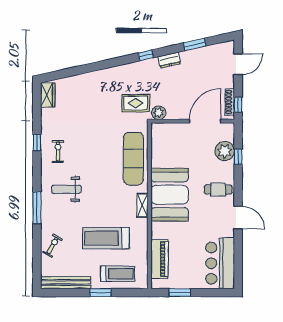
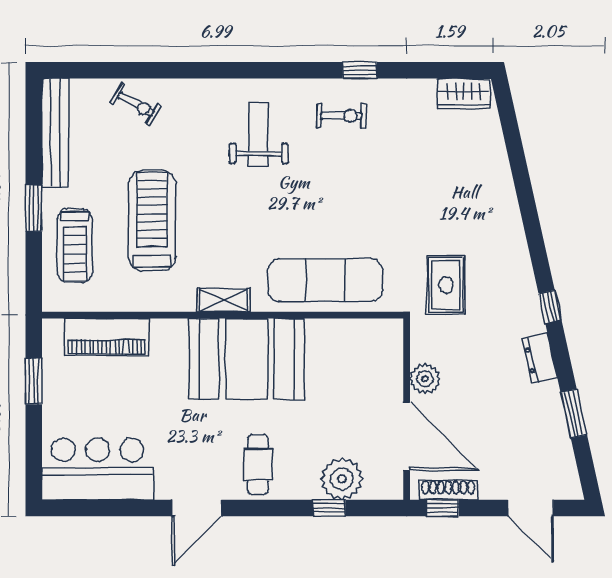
plant: (159, 113) -> (425, 379), moved
window: (37, 208) -> (219, 70), removed

